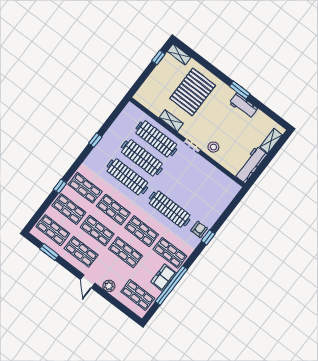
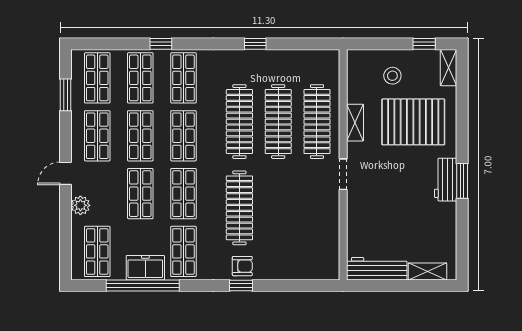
workbench: (243, 106) -> (446, 180), moved
stool: (213, 147) -> (392, 76), moved

